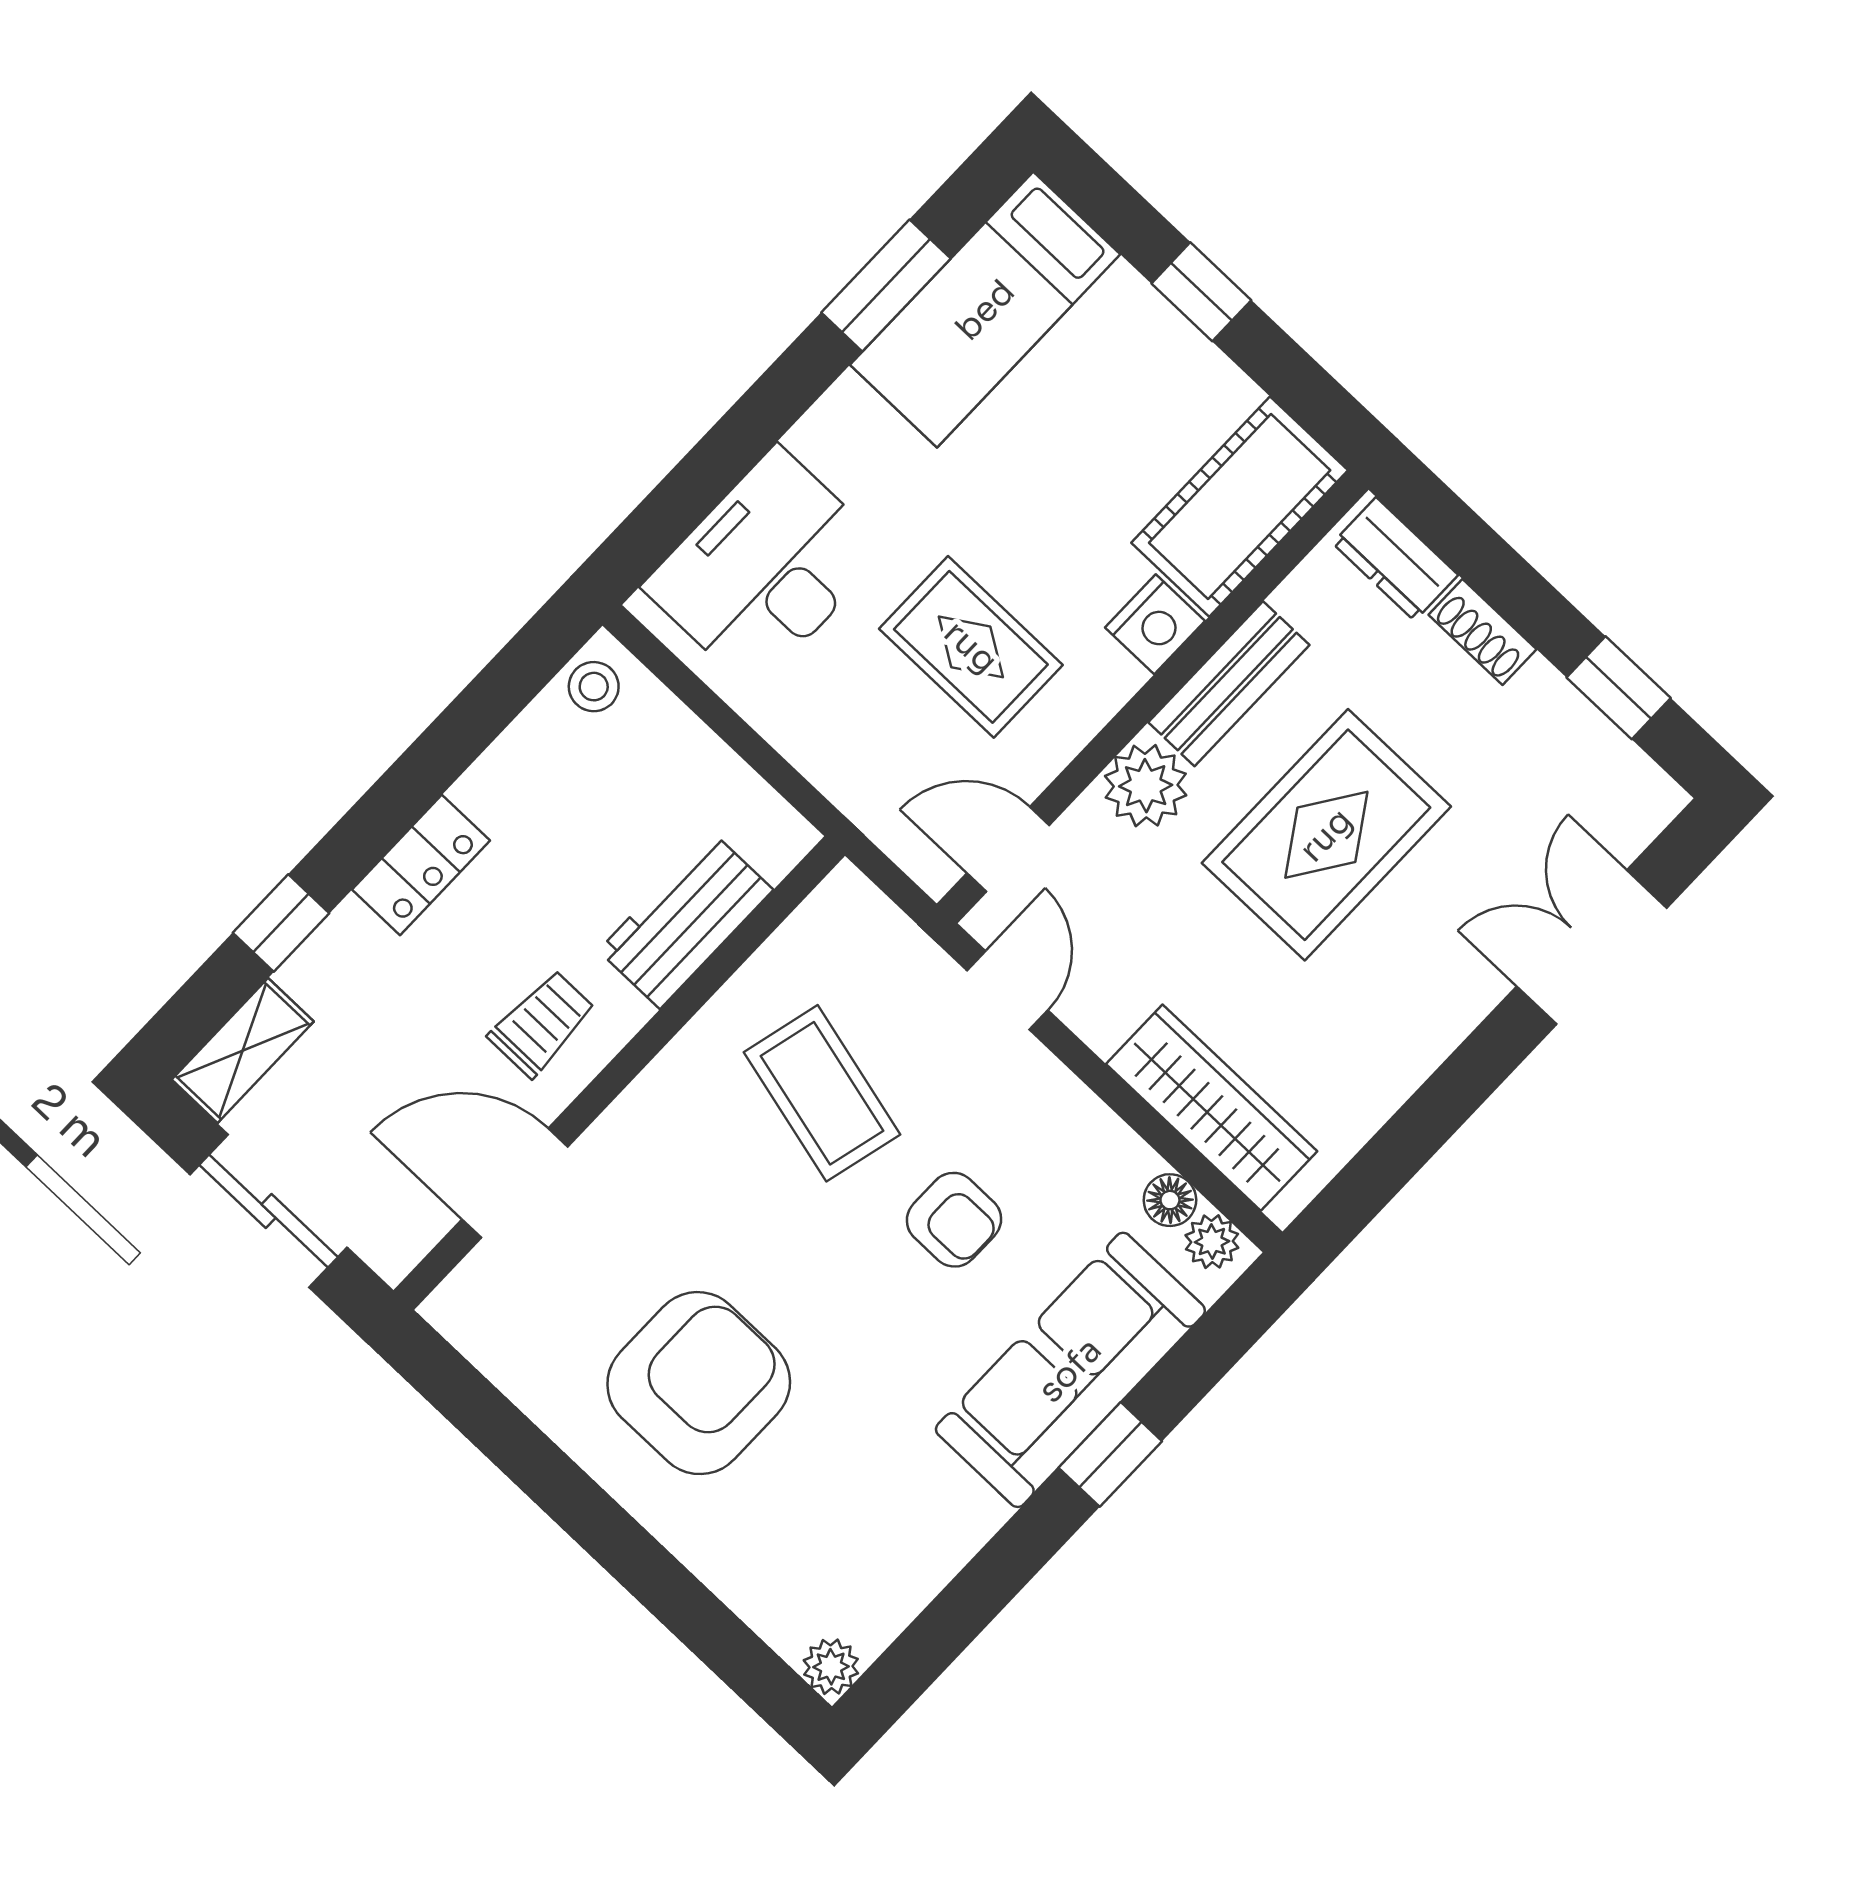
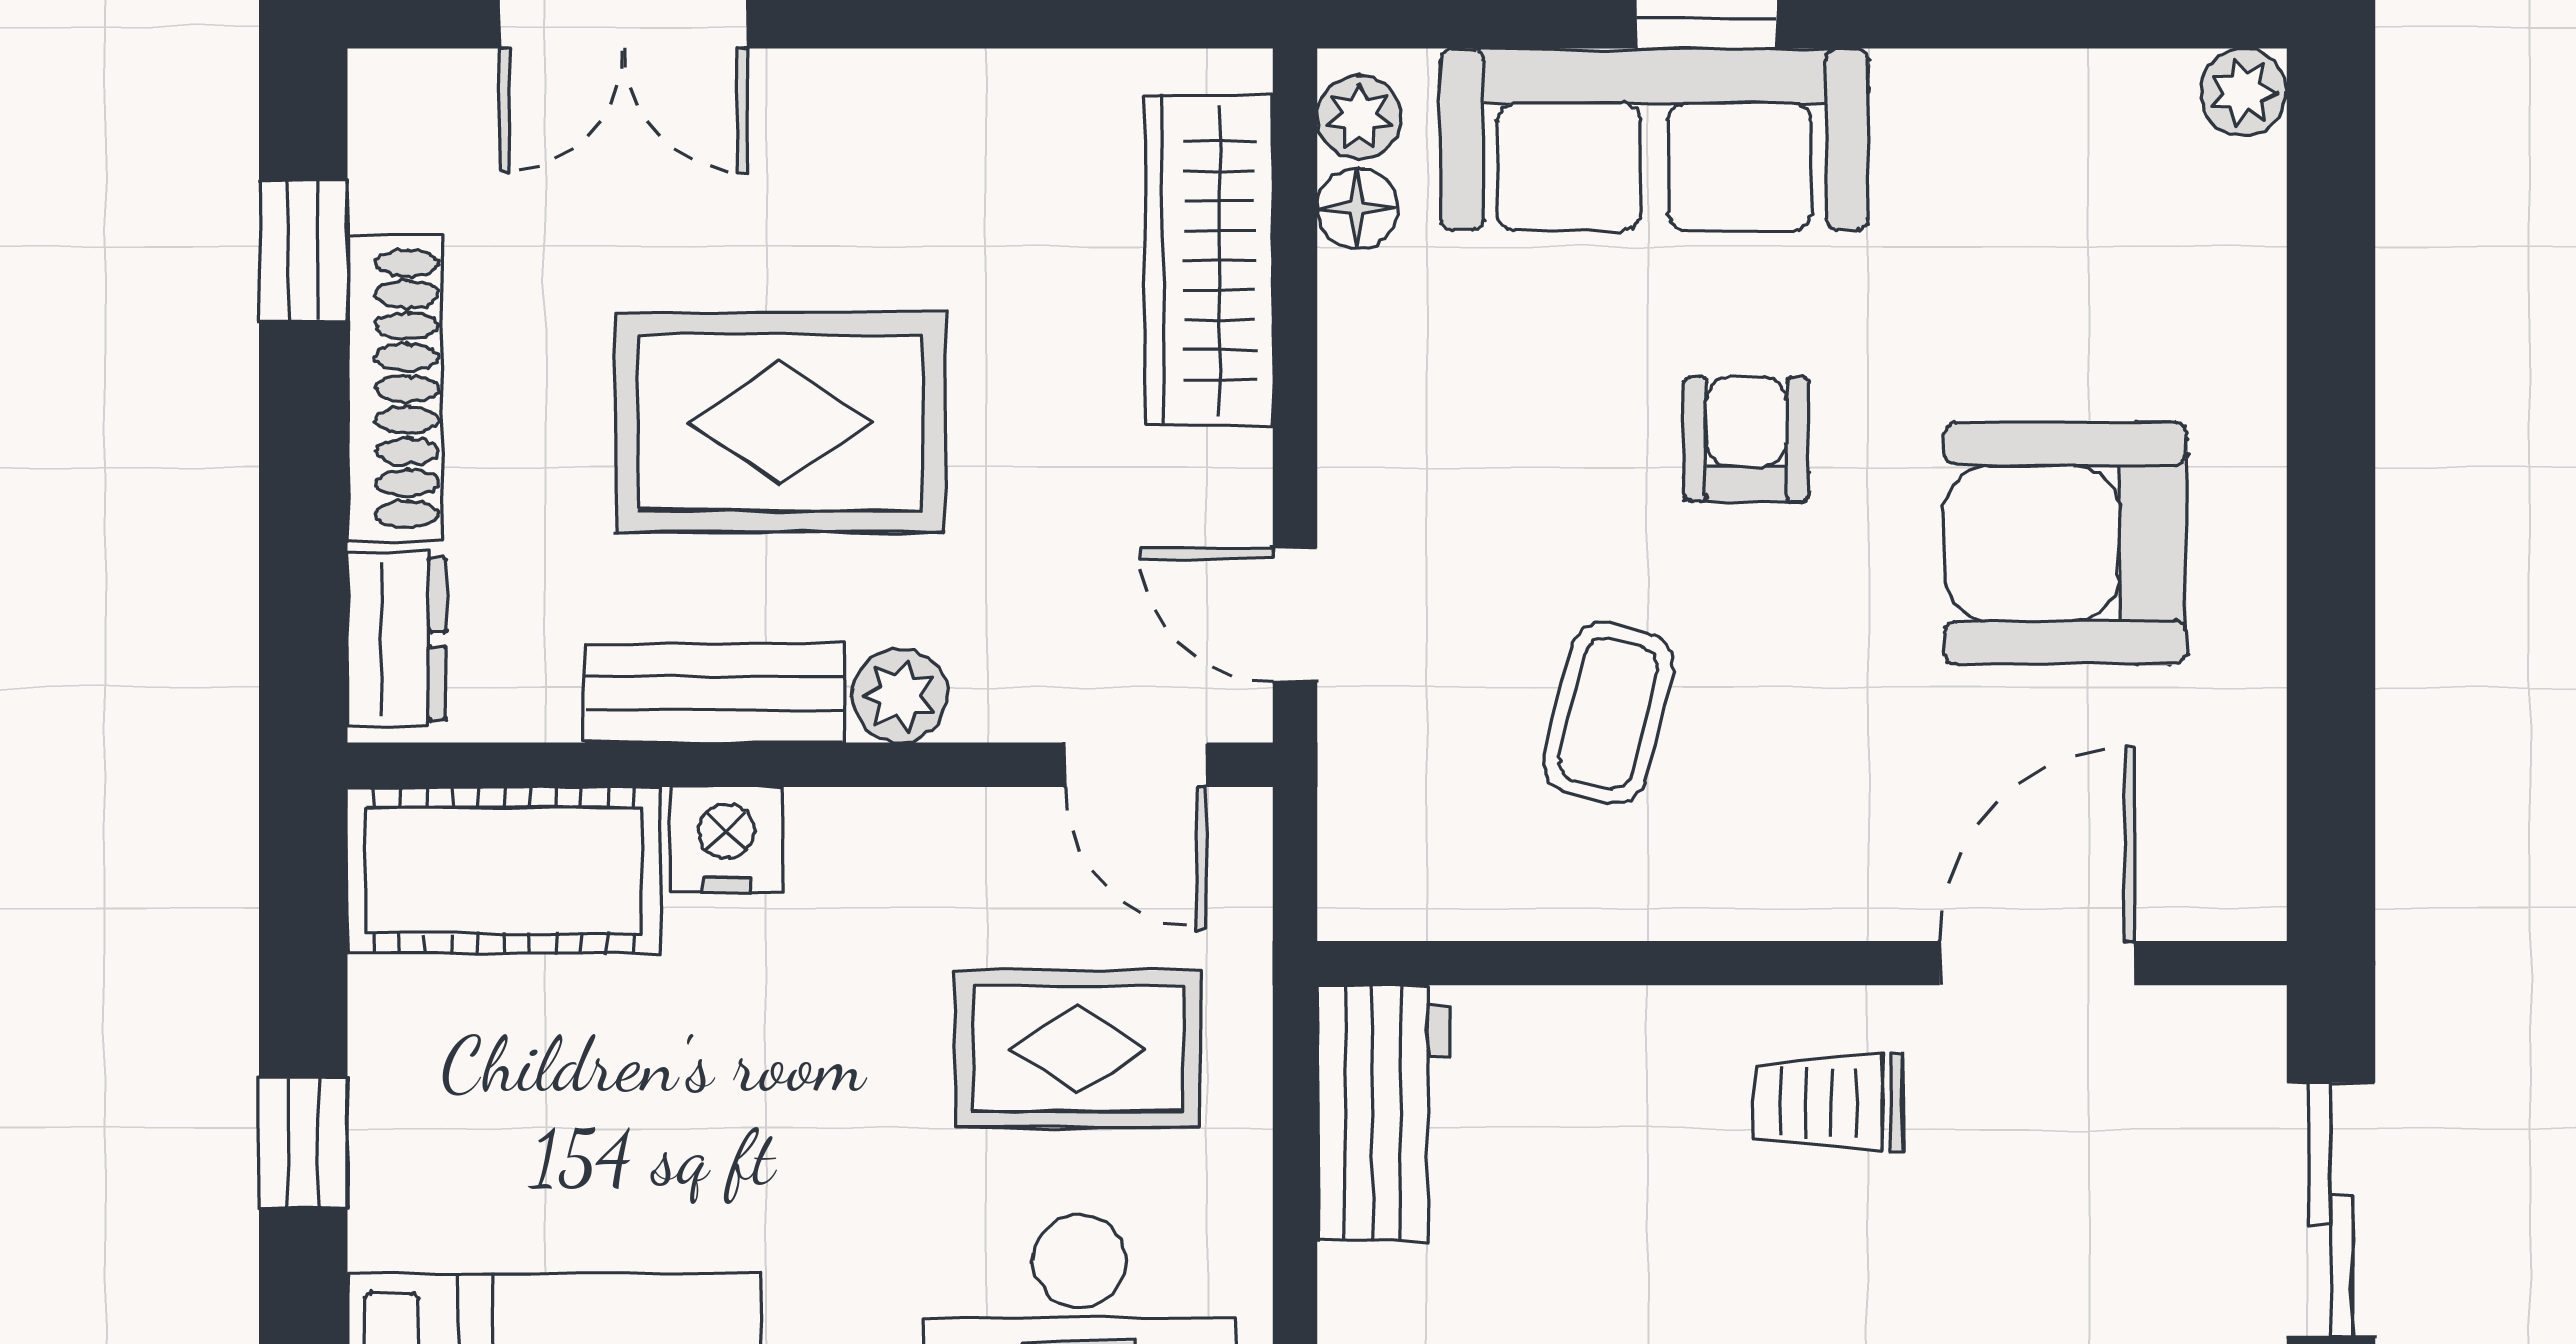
shoe rack: (1482, 632) -> (395, 389), width x1.94, depth x1.24
rug: (971, 647) -> (1078, 1049), moved, turned 90
plant: (1146, 786) -> (900, 696), width x0.73, depth x0.73
workbench: (686, 920) -> (1383, 1113), moved, turned -90
door: (1008, 990) -> (1295, 615), hinge flipped
coffee table: (822, 1093) -> (1609, 714), width x0.73, depth x0.77
door: (515, 1183) -> (2037, 963), swing flipped
armchair: (954, 1220) -> (1746, 439), moved

